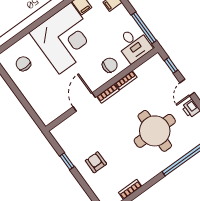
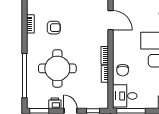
door: (84, 102) -> (110, 20), moved
armchair: (96, 162) -> (54, 28), moved

